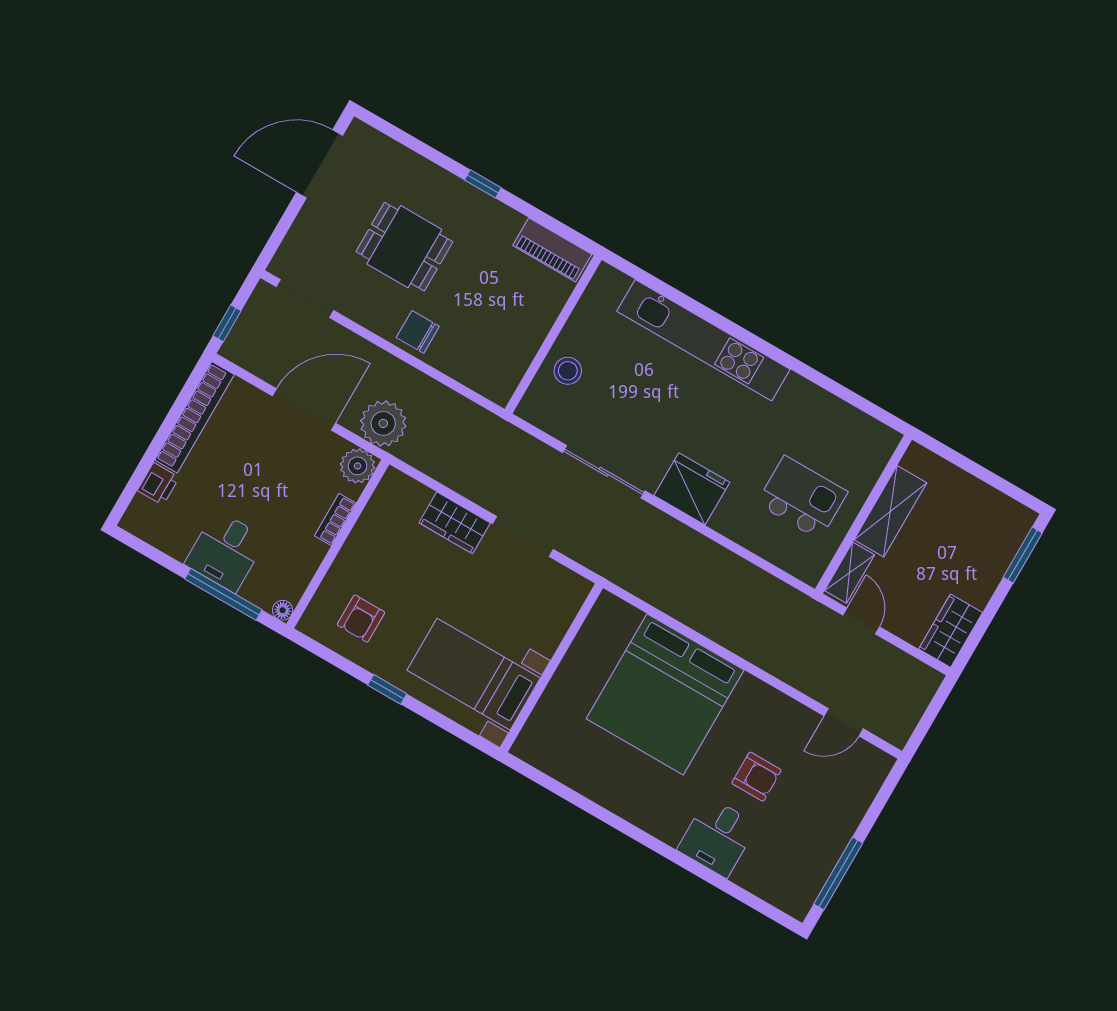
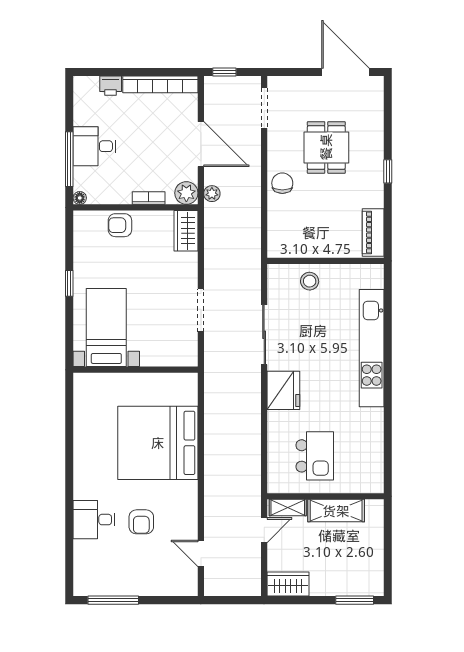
plant: (383, 423) -> (212, 194), width x0.53, depth x0.53
wardrobe: (455, 523) -> (186, 231), moved
armchair: (361, 619) -> (120, 225), moved

